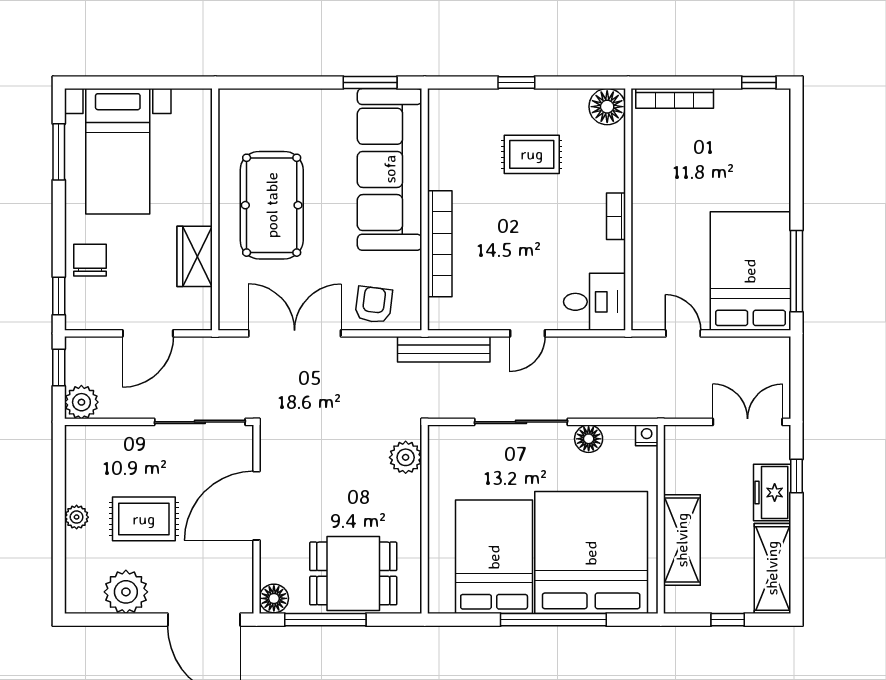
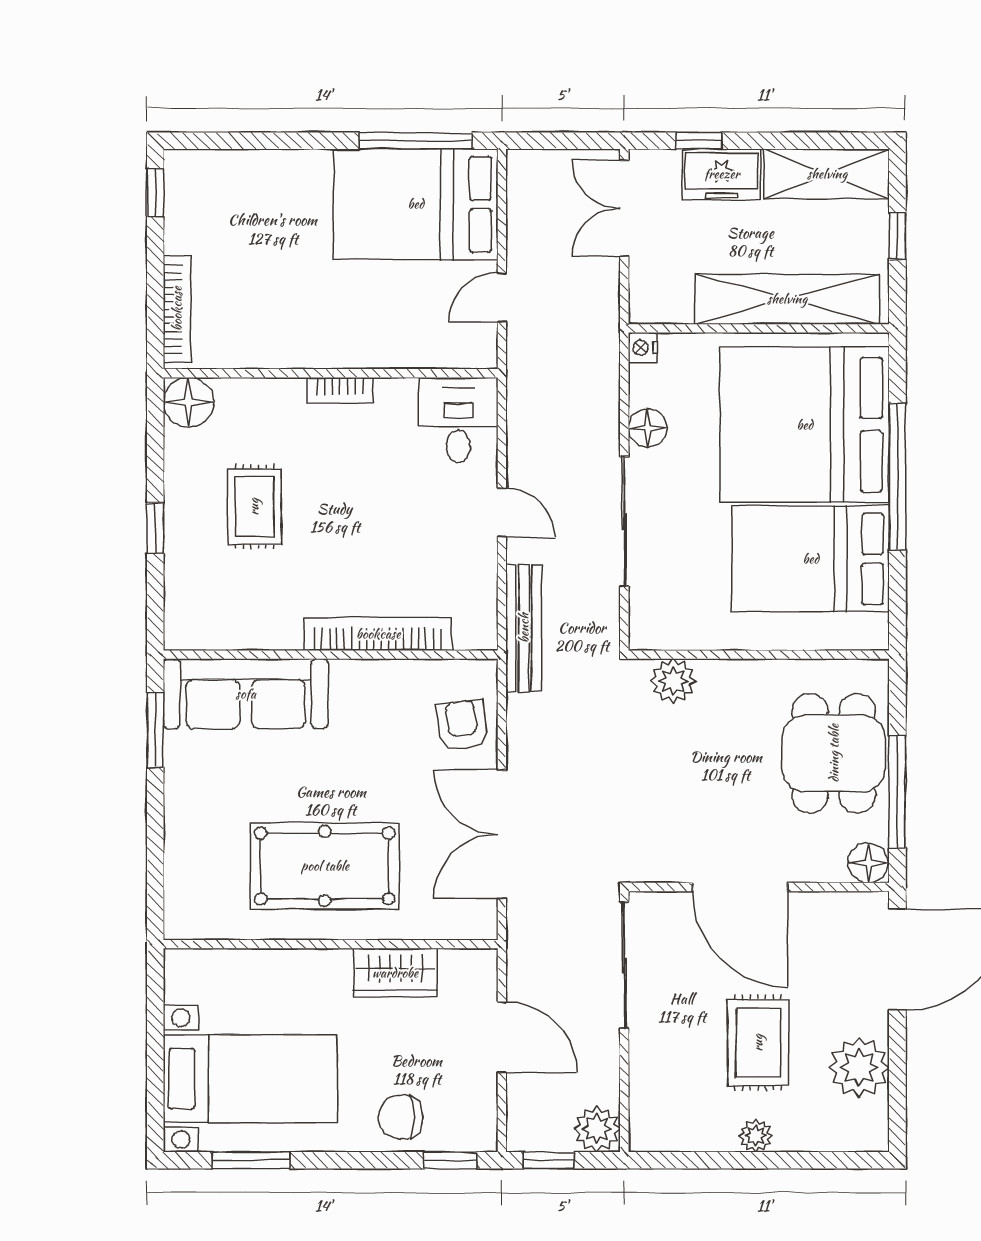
sofa: (390, 169) -> (246, 694), width x0.74, depth x0.79
armchair: (374, 305) -> (462, 725), turned 76
shelving: (682, 540) -> (787, 299), width x1.47

